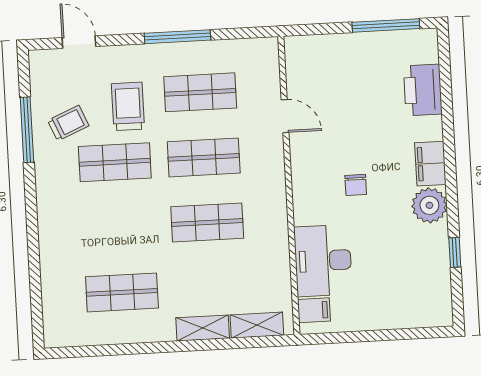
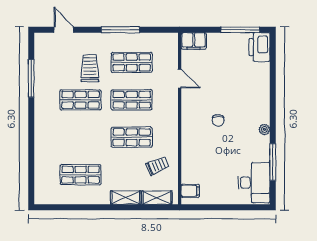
printer: (423, 90) -> (259, 47), moved
trolley: (68, 123) -> (158, 166), moved
filing cabinet: (430, 164) -> (194, 41), moved, turned -90
plant: (429, 205) -> (264, 130), width x0.53, depth x0.53
window: (455, 252) -> (273, 162), width x2.17
desk: (323, 261) -> (254, 183), moved, turned 180

